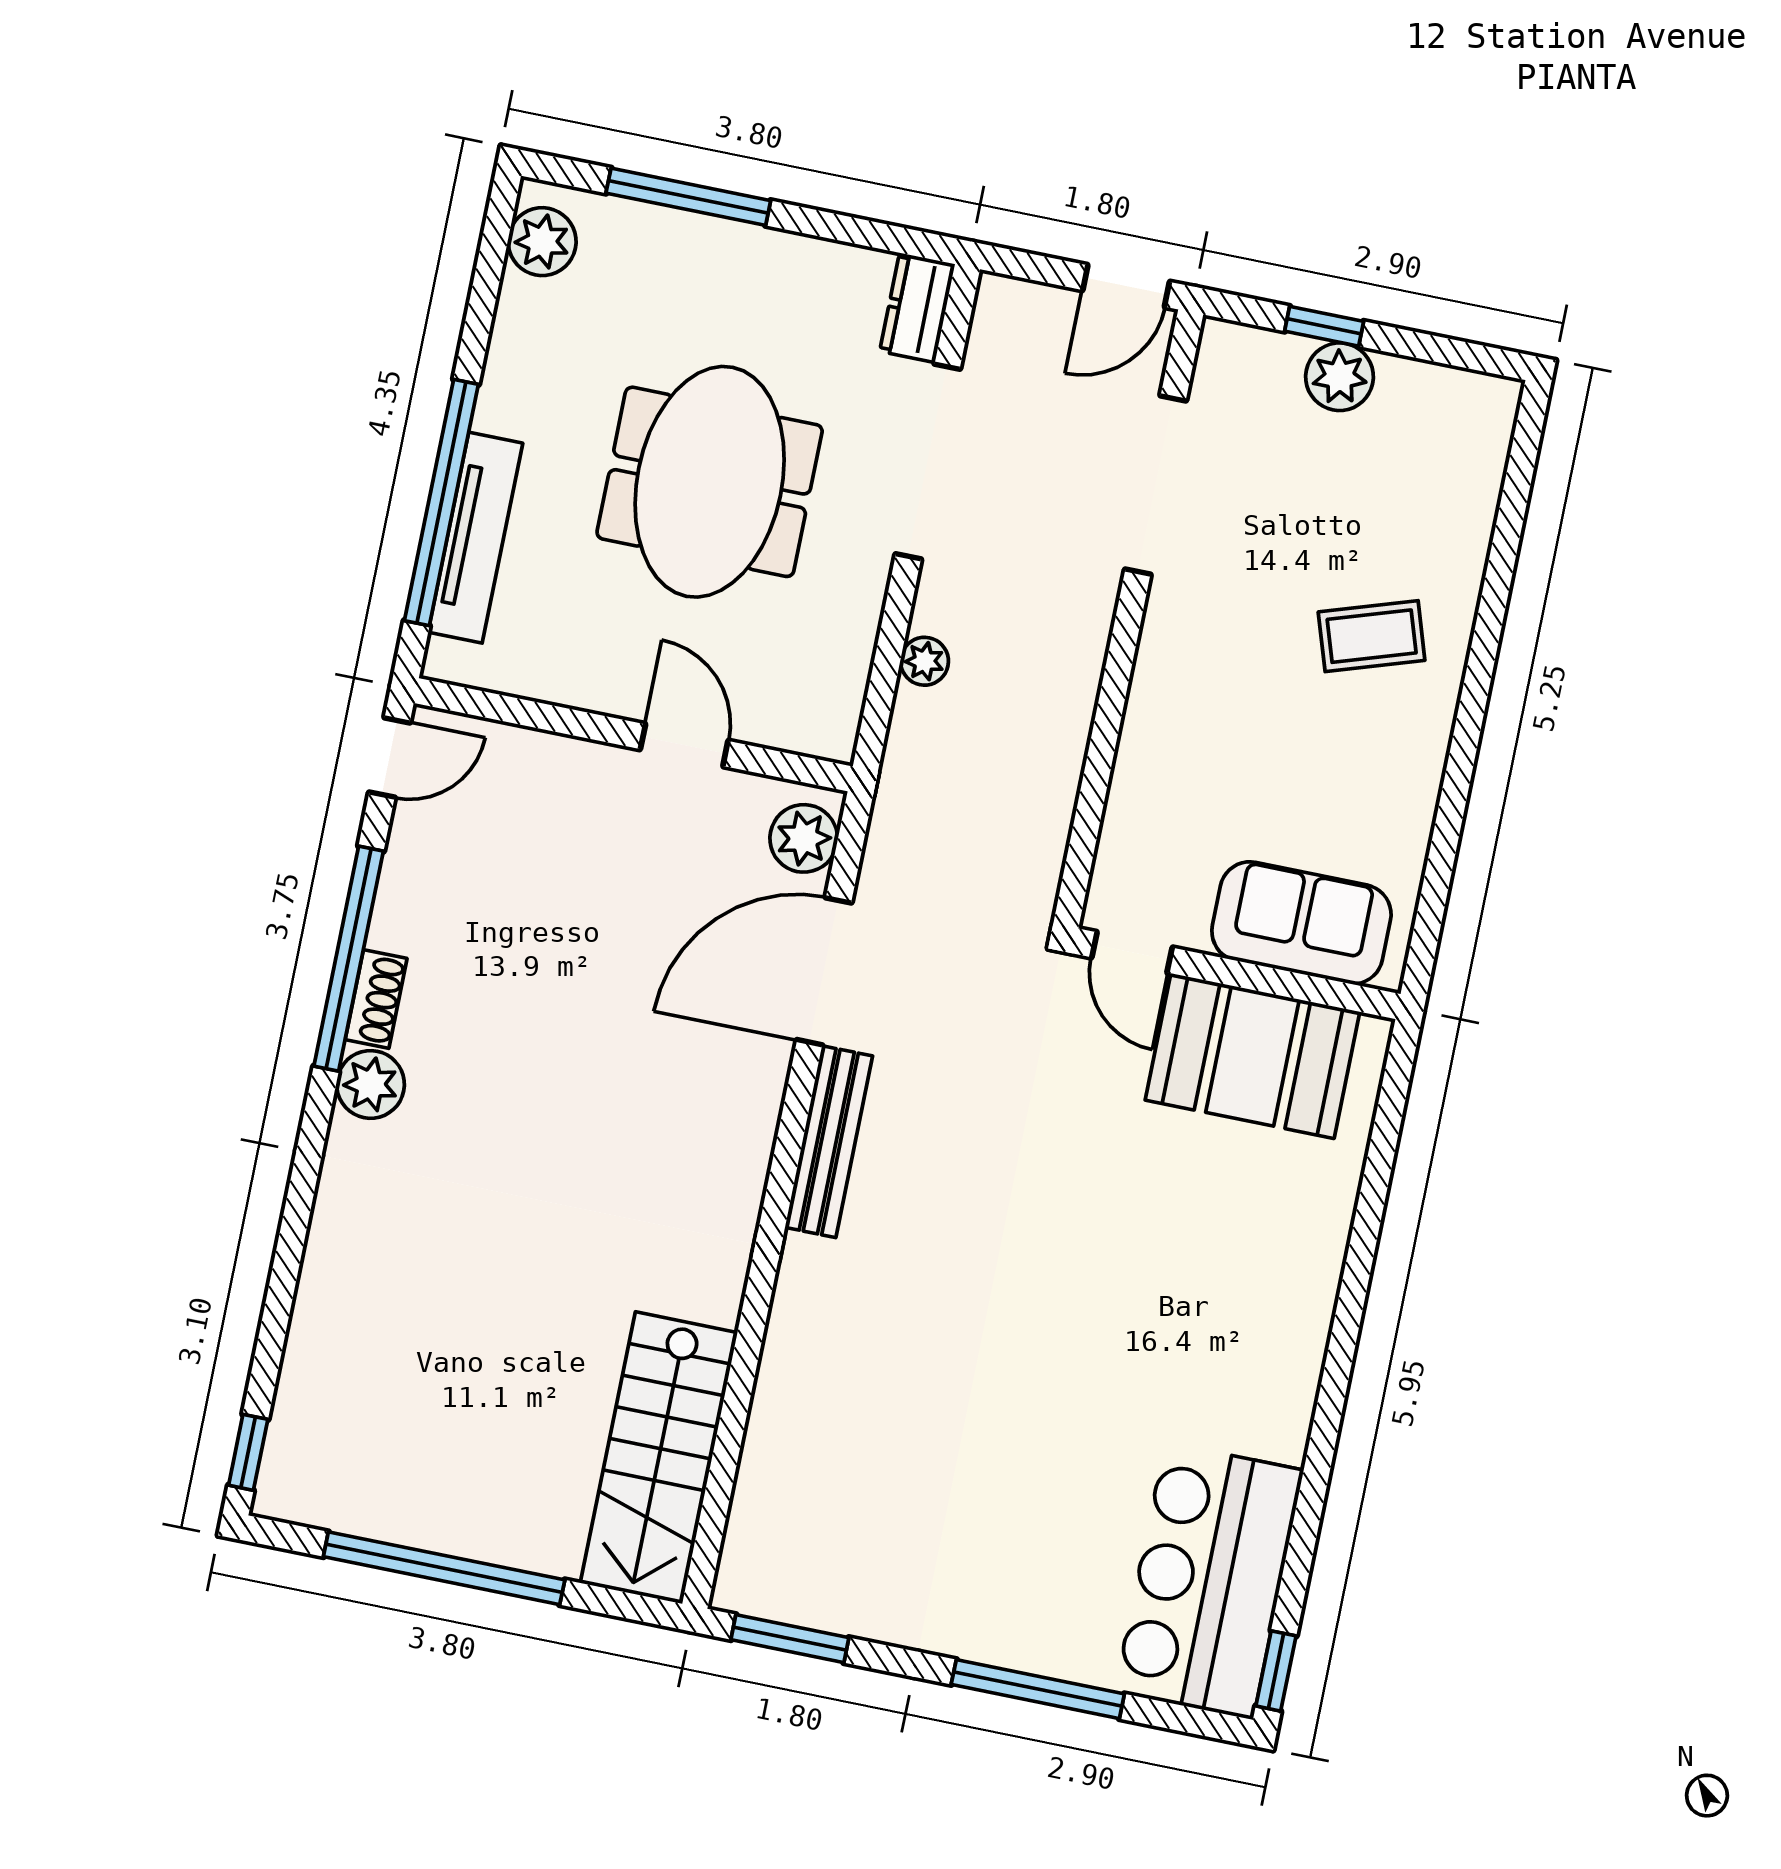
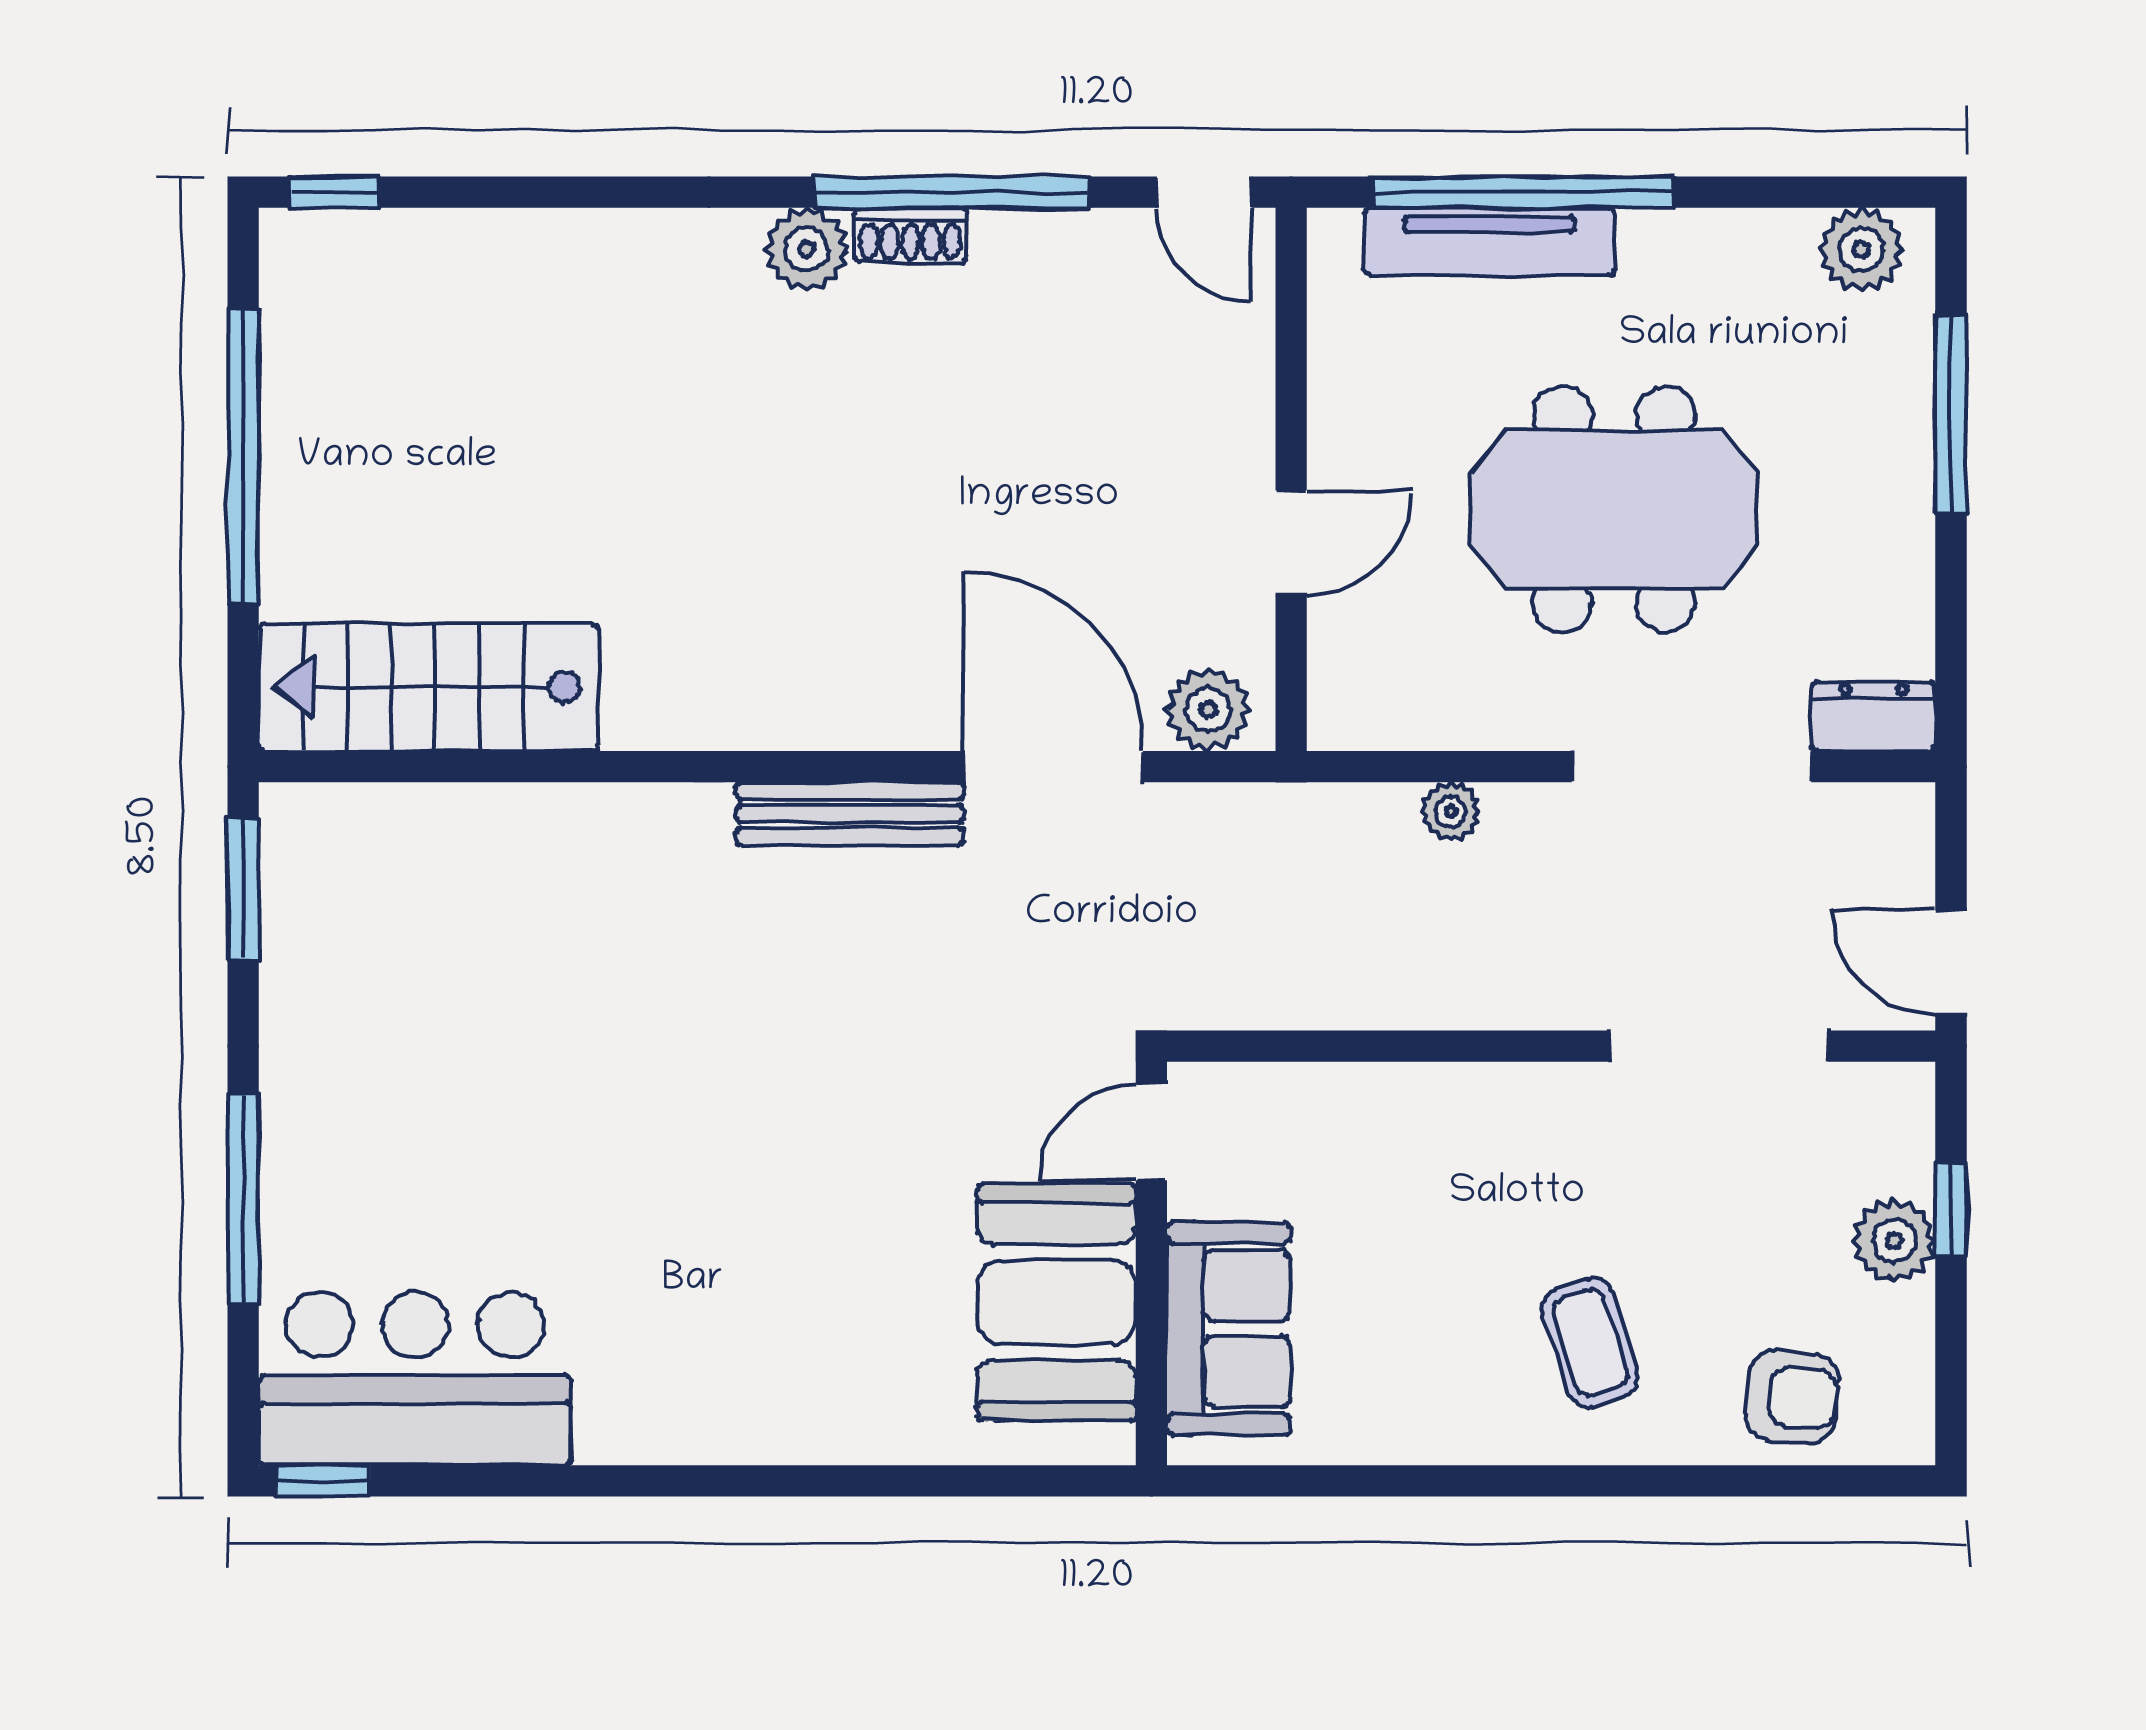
armchair: (1448, 484) -> (1792, 1397), added

